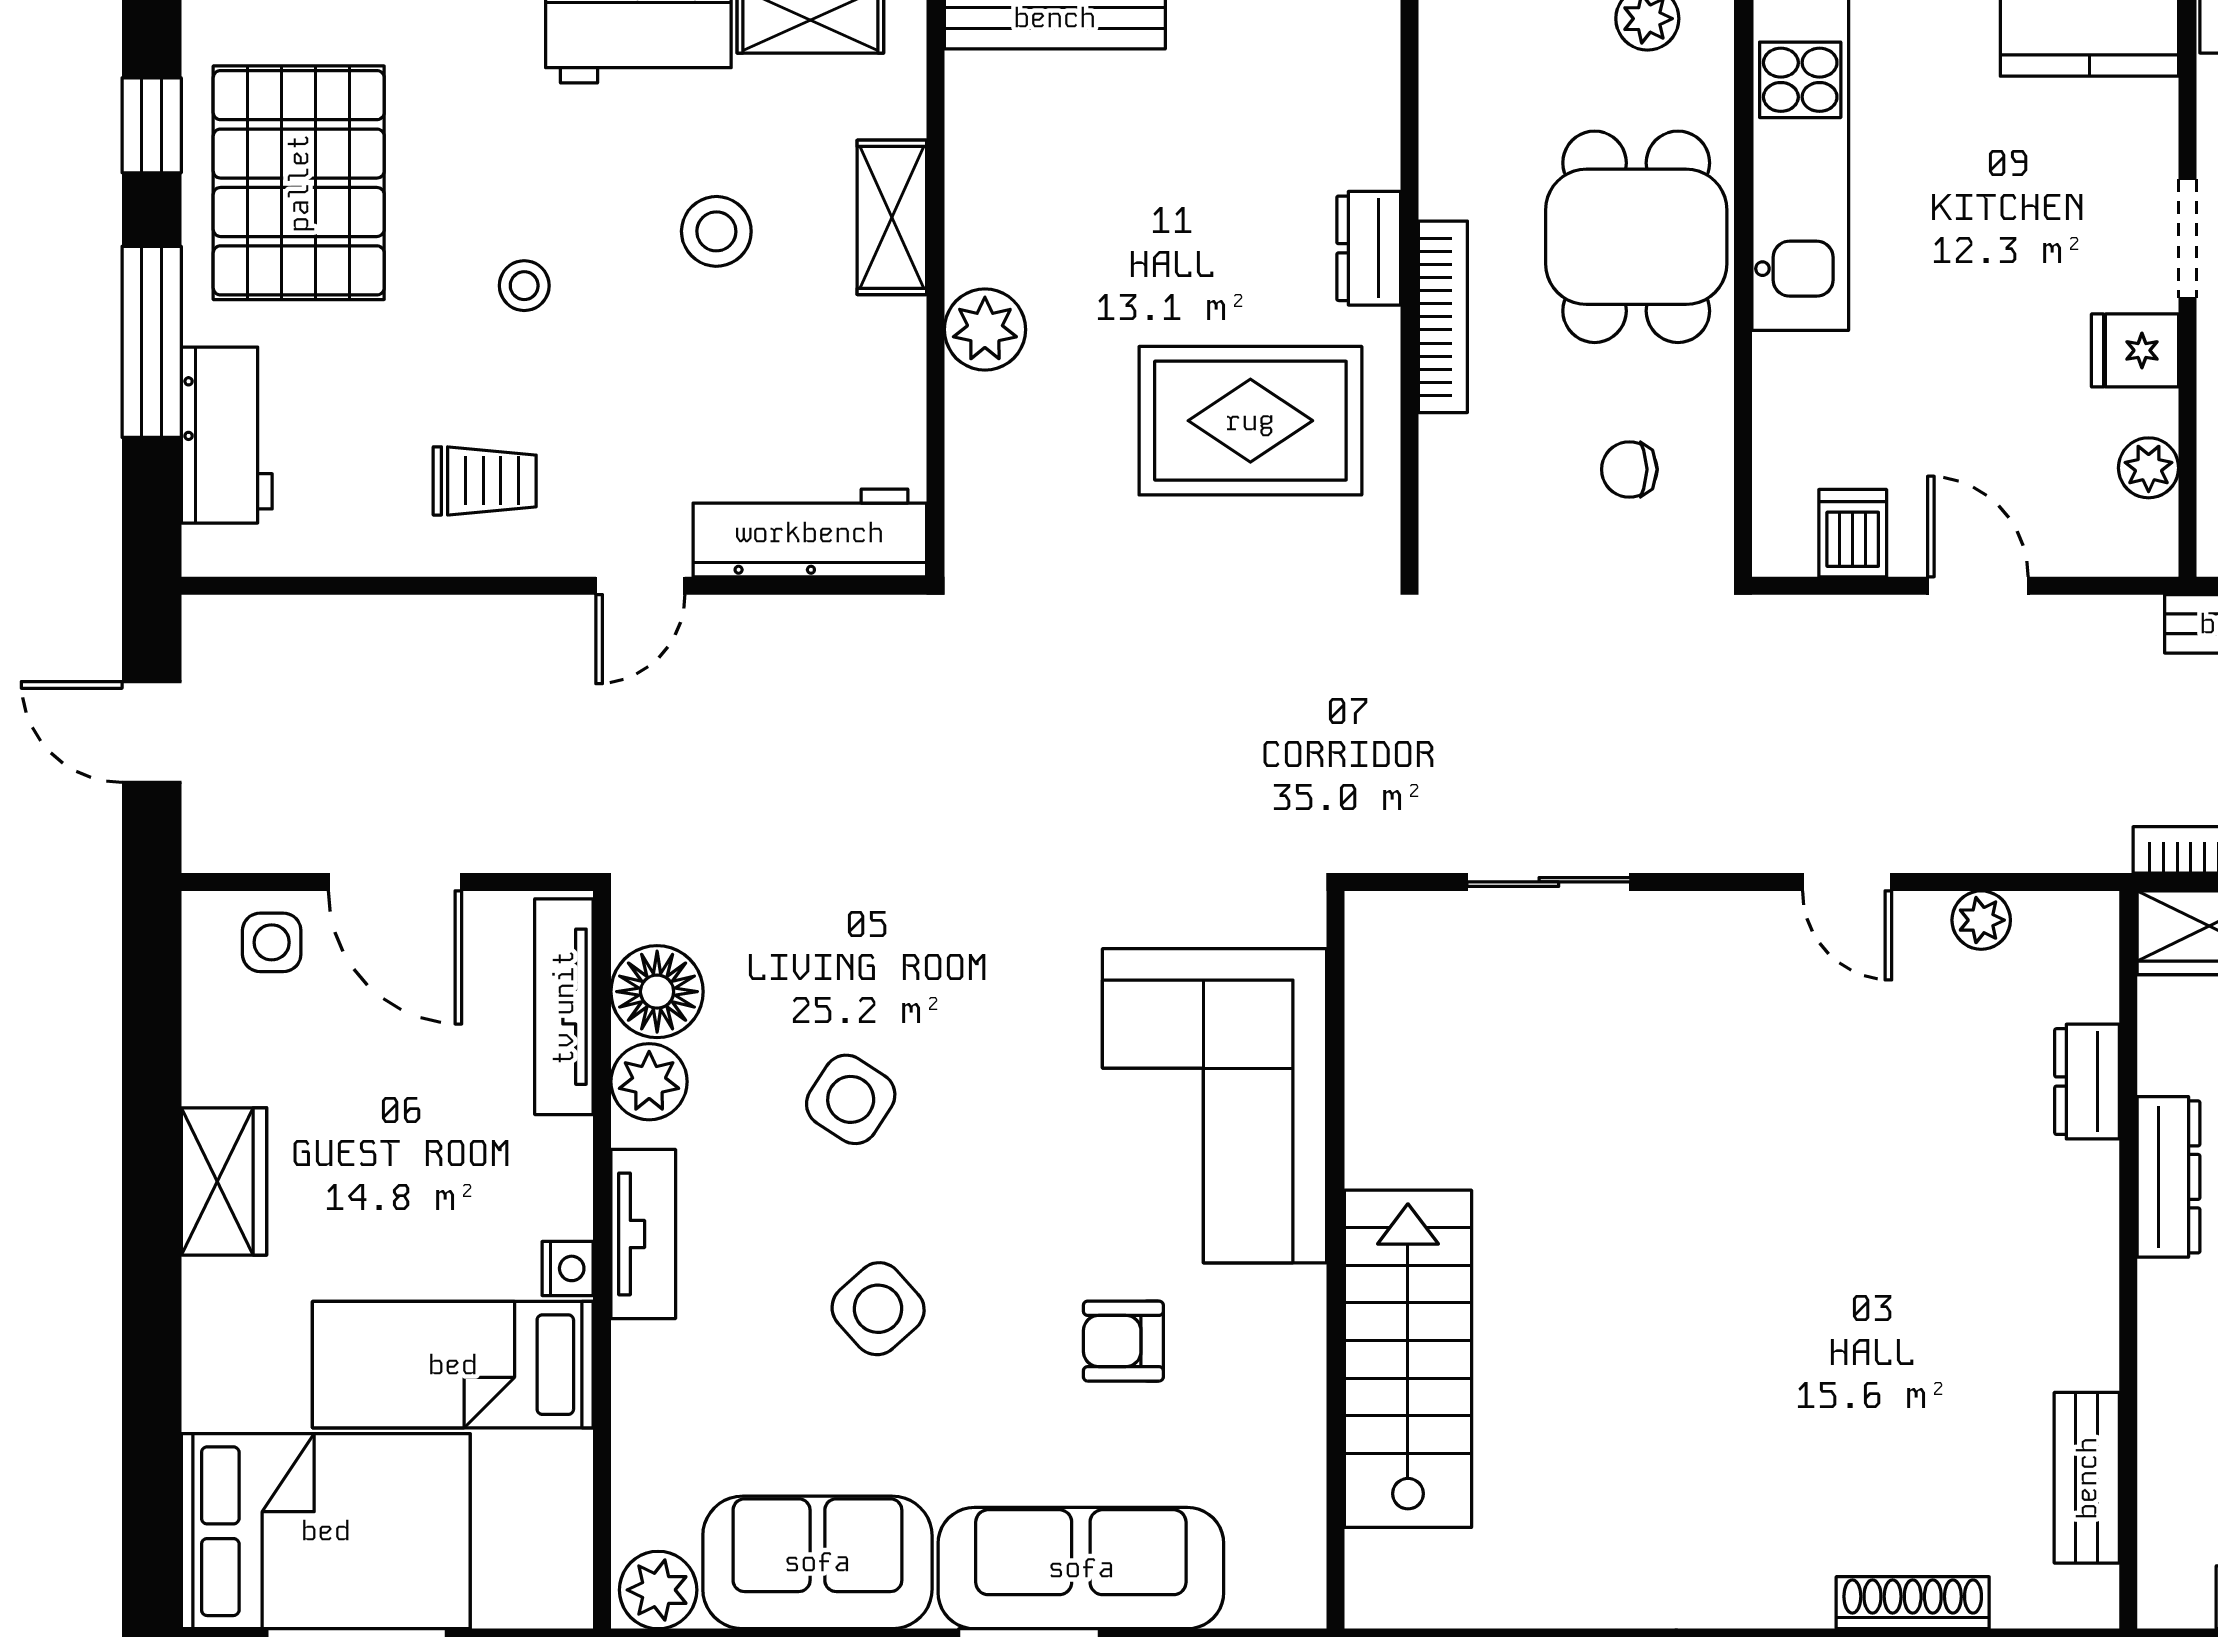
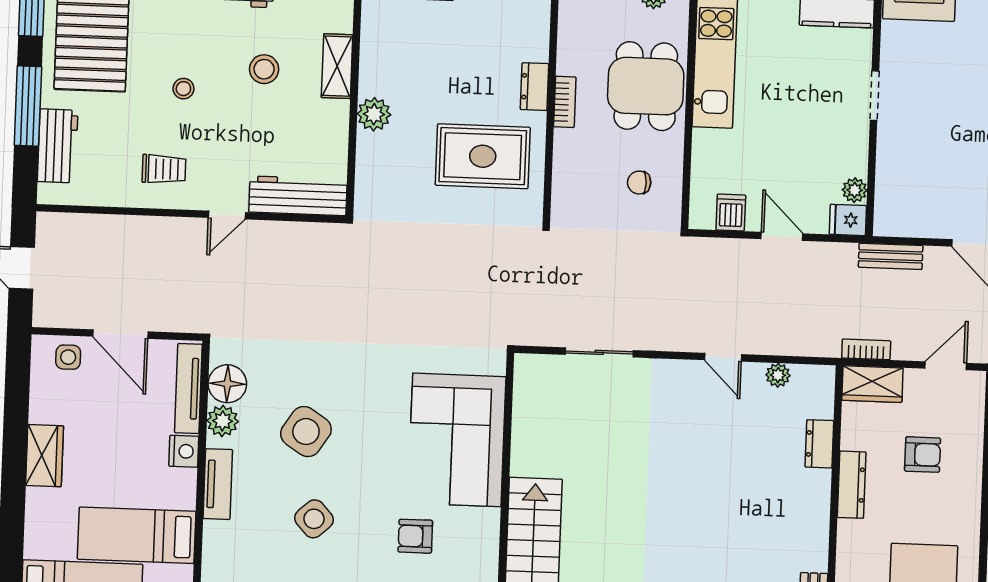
bookcase: (1443, 317) -> (565, 102), width x0.64
fridge: (2135, 350) -> (848, 220), moved
side table: (851, 1099) -> (306, 432), width x1.37, depth x1.37
nightstand: (568, 1268) -> (184, 451), moved, width x1.39, depth x1.35

